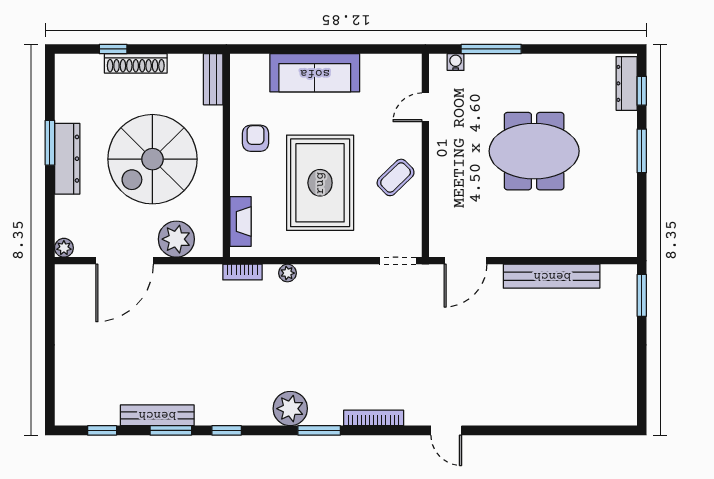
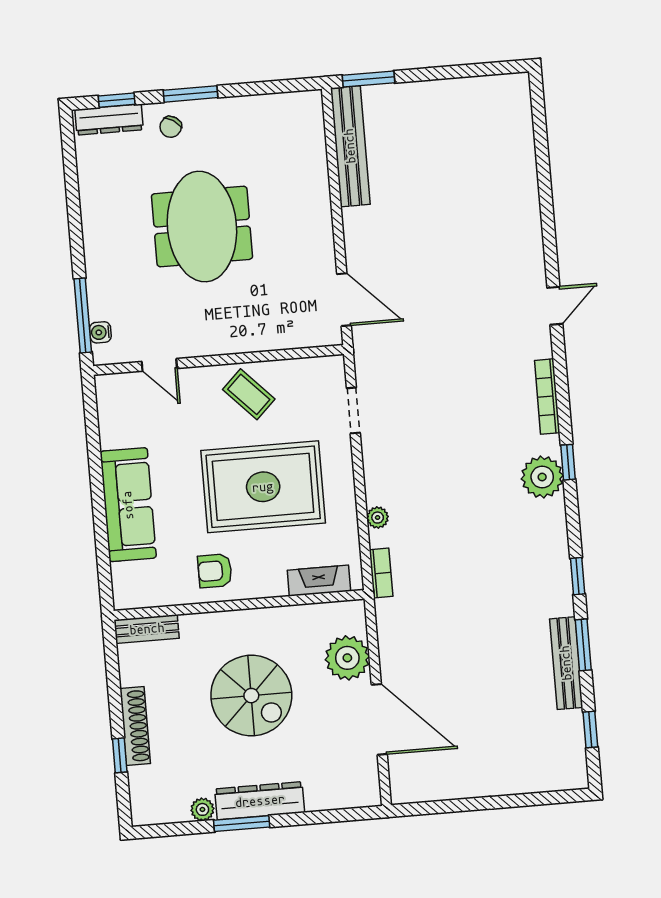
window: (491, 49) -> (83, 315), moved
chair: (617, 133) -> (171, 127), added
spiral stairs: (152, 159) -> (251, 696), width x0.73, depth x0.73
plant: (64, 248) -> (202, 809), moved
doorway: (398, 261) -> (353, 410), moved
bench: (552, 276) -> (350, 146), moved
plant: (290, 409) -> (542, 477), moved
window: (319, 430) -> (568, 462), width x0.67

